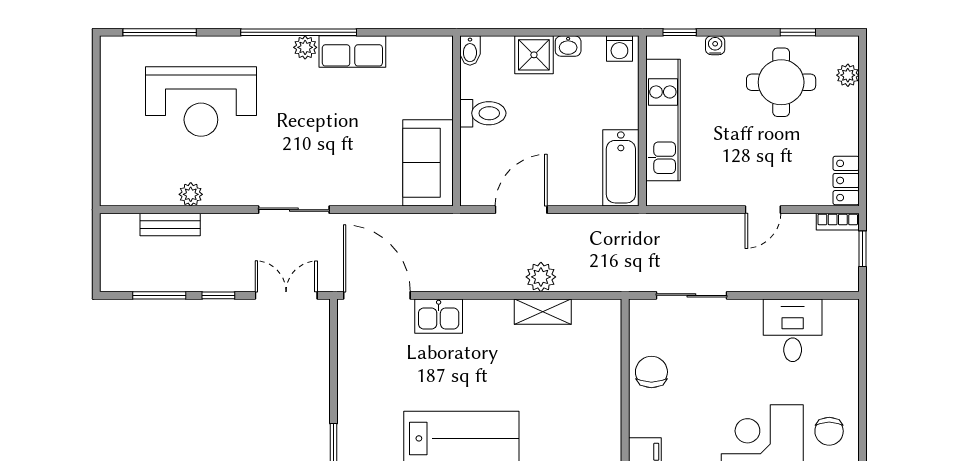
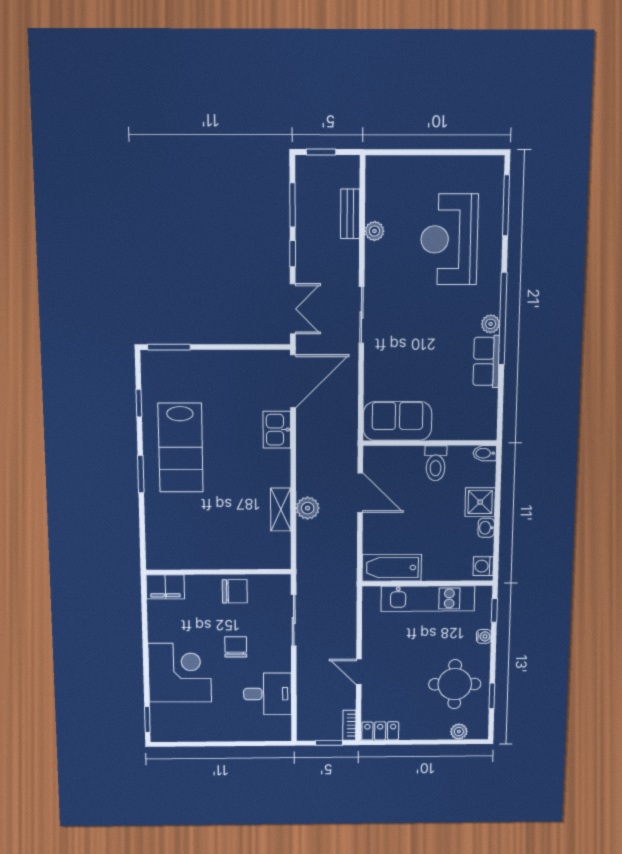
window: (96, 260) -> (321, 152), added
chair: (829, 431) -> (236, 647), moved, turned 90

